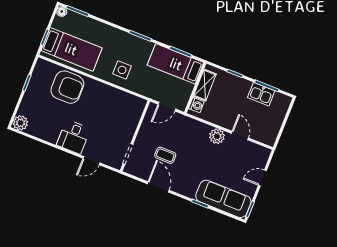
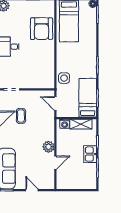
side table: (122, 70) -> (64, 78), moved
kitchen sink: (261, 94) -> (90, 154), moved

